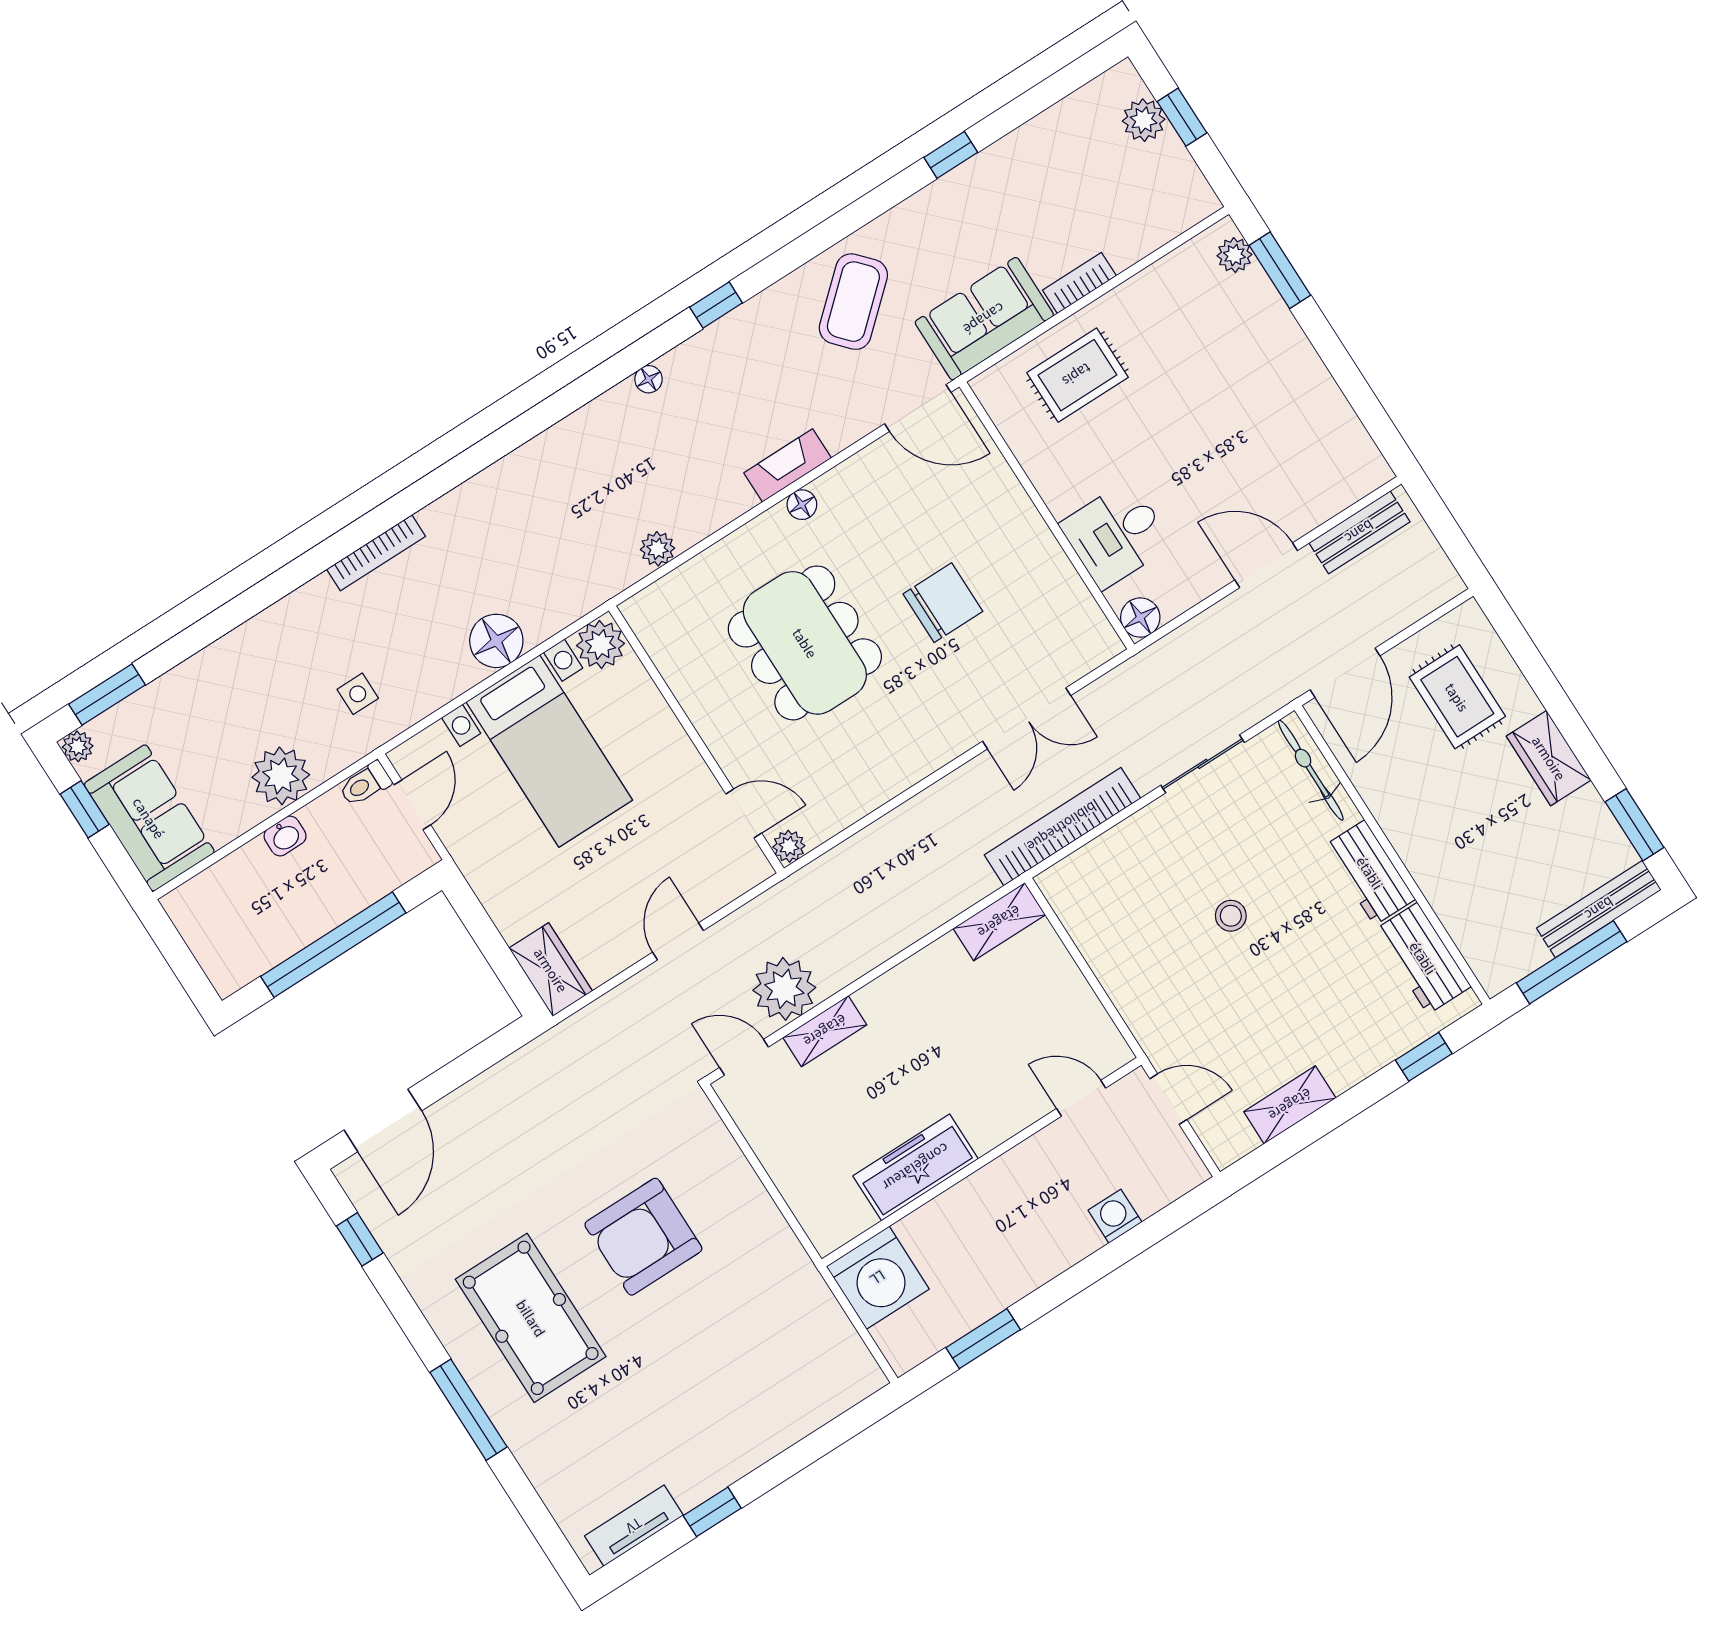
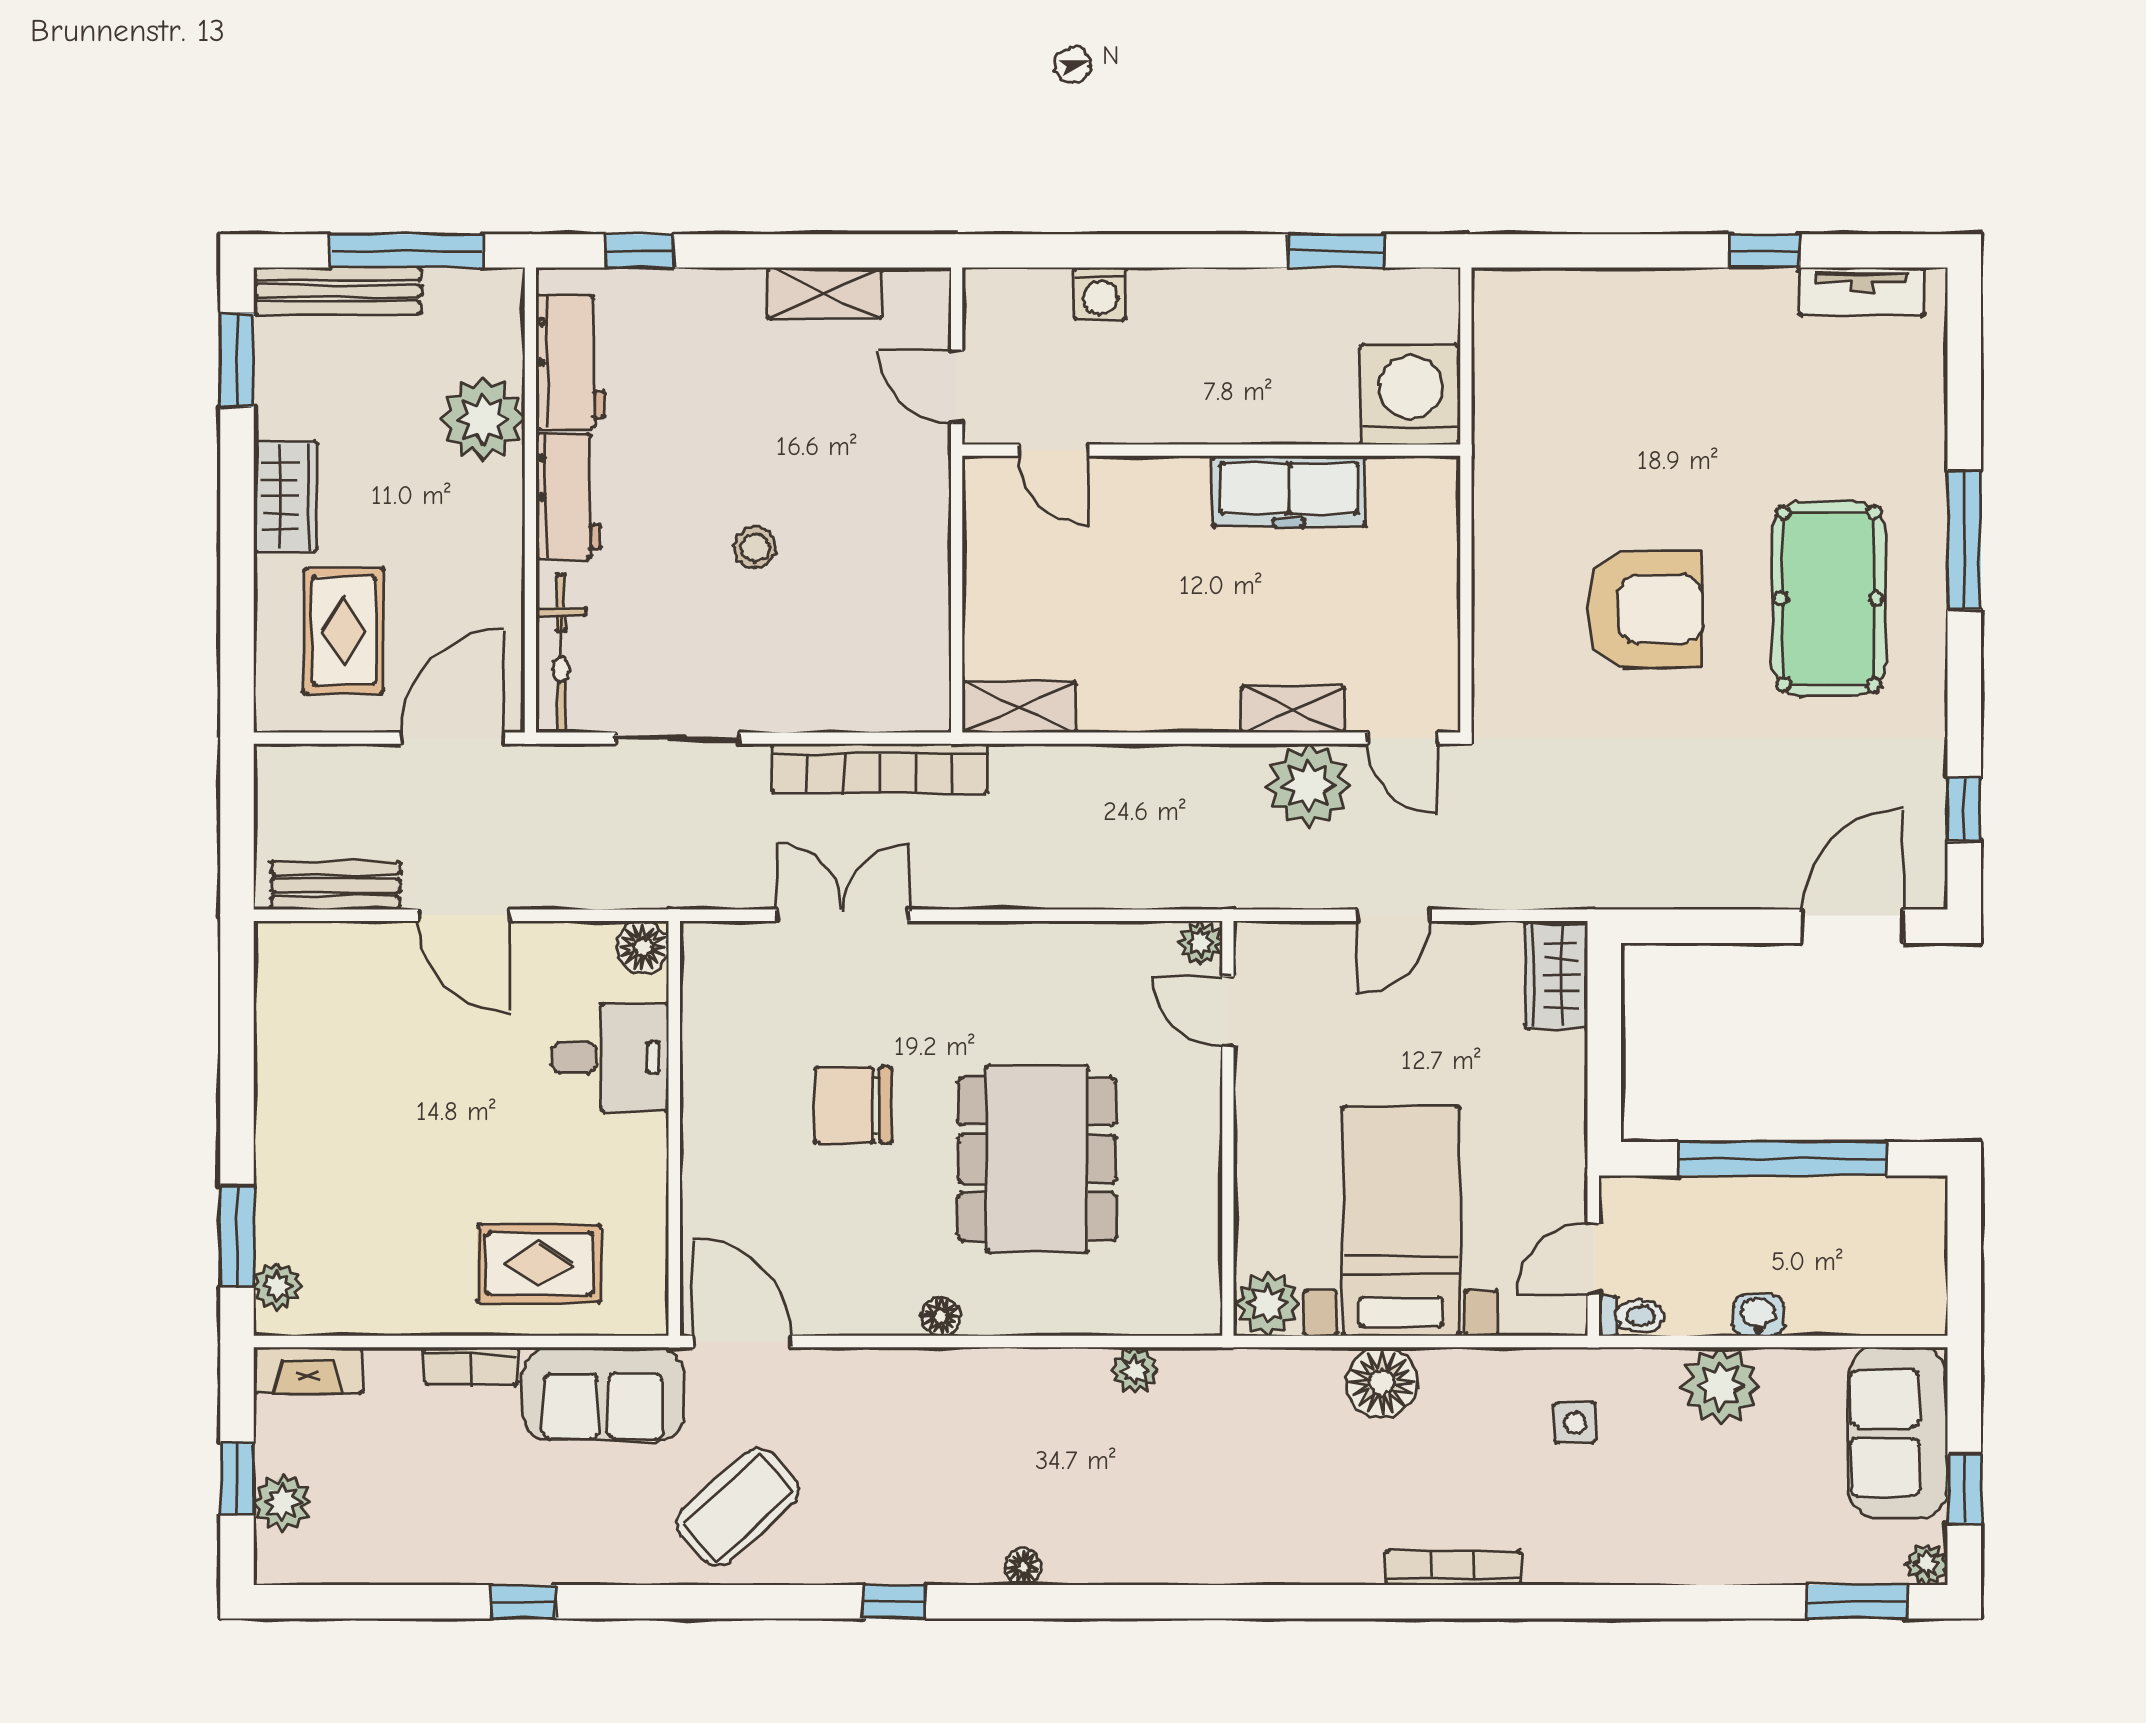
fireplace: (788, 465) -> (308, 1370), moved
plant: (1455, 887) -> (483, 419), added

